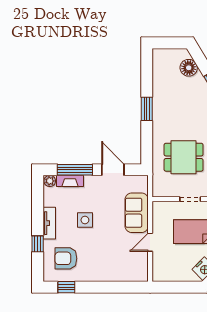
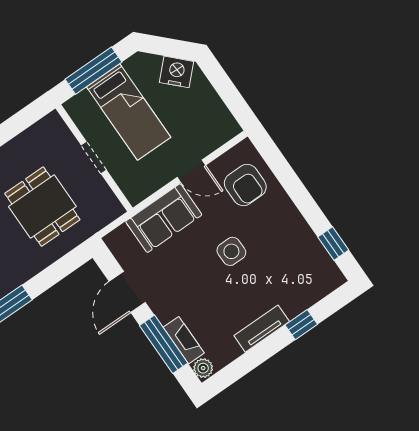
side table: (85, 220) -> (231, 251), moved
armchair: (66, 258) -> (245, 185), moved

